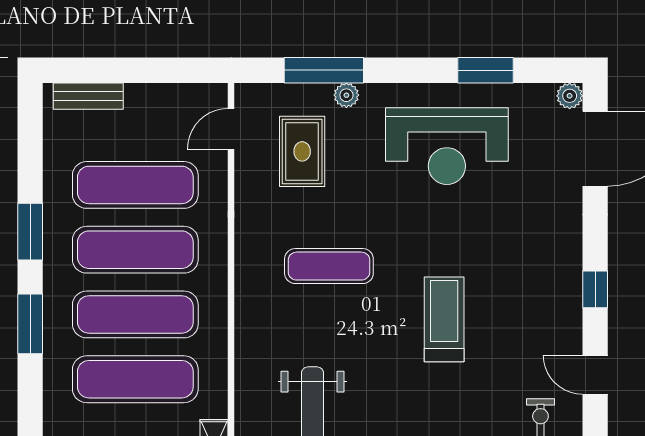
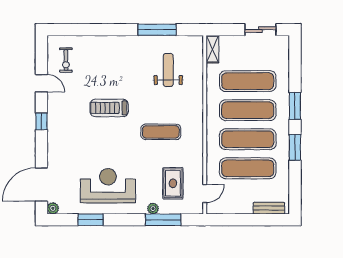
treadmill: (444, 319) -> (109, 108), turned 90

